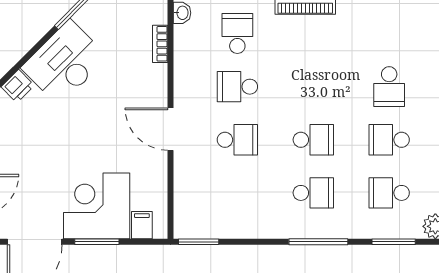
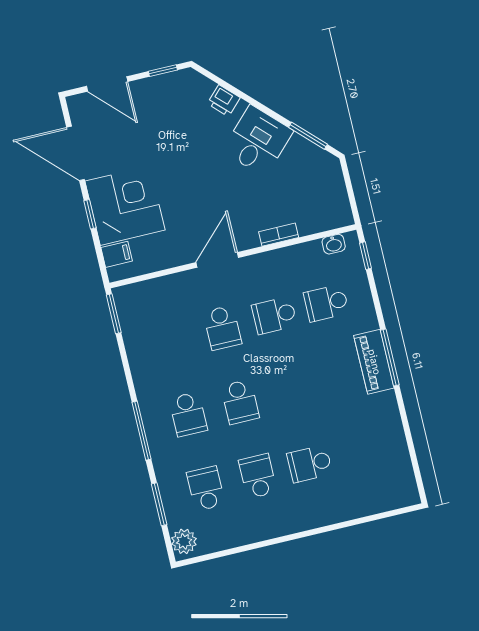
school desk: (237, 34) -> (326, 303), turned 180
bookcase: (160, 44) -> (279, 235), moved
desk: (64, 63) -> (258, 141), width x0.73
school desk: (237, 87) -> (274, 315), turned -90
window: (97, 242) -> (90, 214), width x0.67

